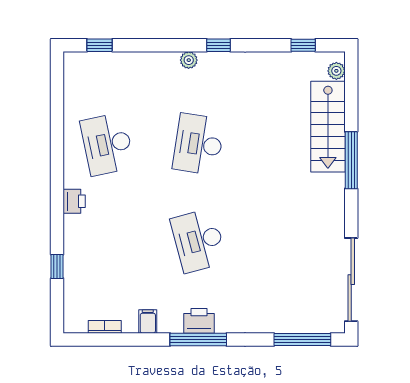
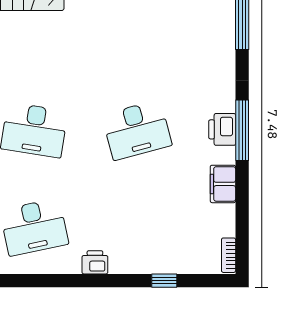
filing cabinet: (148, 322) -> (223, 184), width x2.00
bookcase: (105, 327) -> (229, 255), moved

